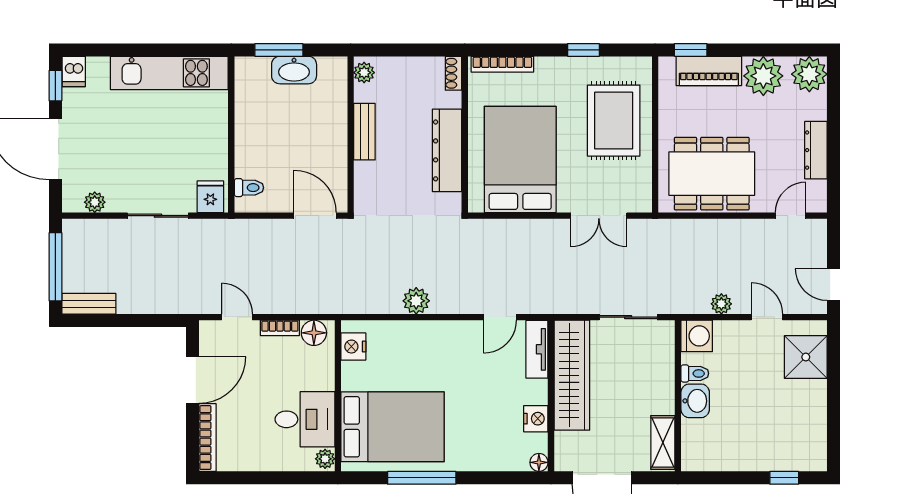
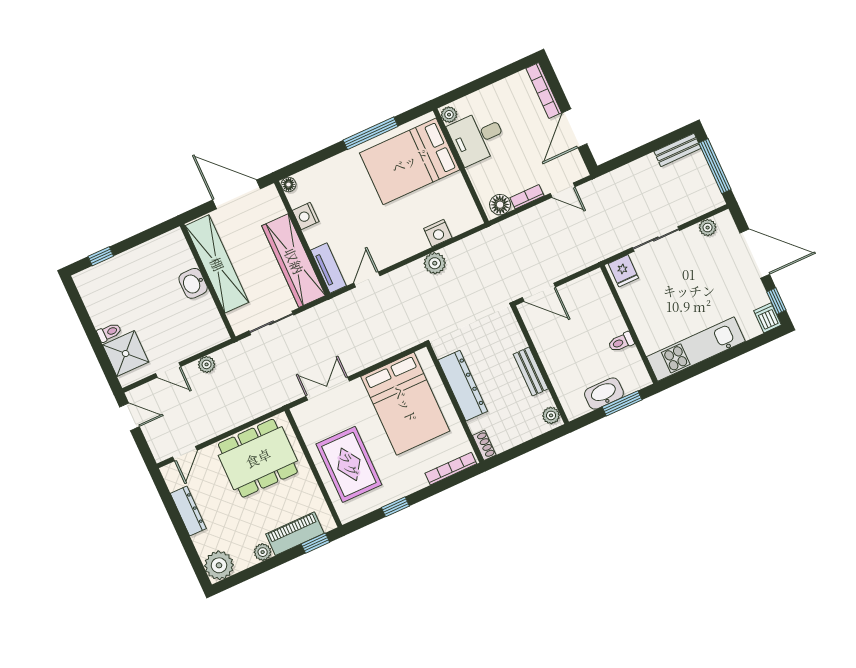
plant: (763, 76) -> (263, 552), width x0.53, depth x0.53
toilet: (249, 188) -> (621, 342), moved
washing machine: (697, 336) -> (214, 332), removed
nightstand: (353, 347) -> (438, 233), moved, turned 90
toilet: (695, 373) -> (109, 332), moved, turned 180
shelving: (663, 442) -> (217, 264), width x2.20, depth x1.33

